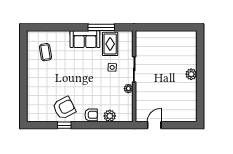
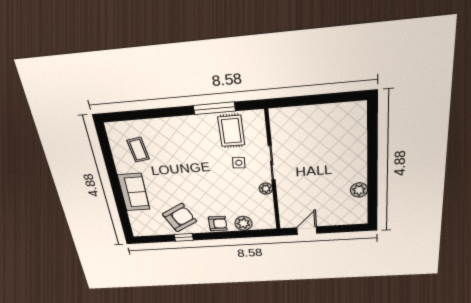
sofa: (85, 39) -> (134, 192), moved, turned -90
plant: (191, 74) -> (359, 190), moved

